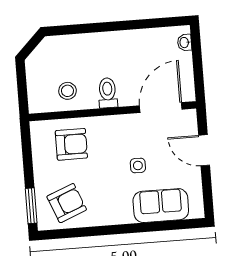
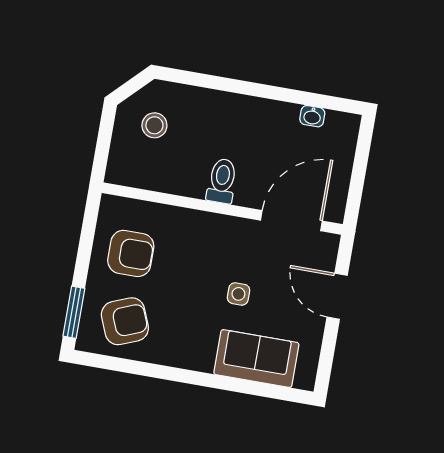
washbasin: (185, 42) -> (312, 116), moved, turned -90
stool: (67, 91) -> (154, 125), moved
armchair: (71, 144) -> (131, 253), moved

